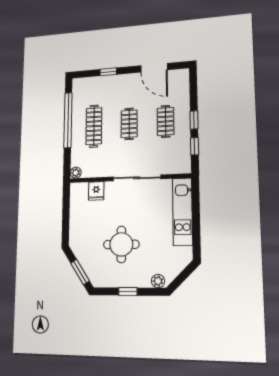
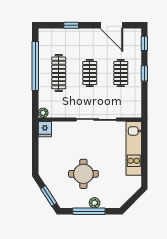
window: (195, 146) -> (144, 43), moved
fridge: (96, 191) -> (45, 129), moved
plant: (158, 281) -> (95, 203), moved
window: (128, 292) -> (89, 211), width x2.17

